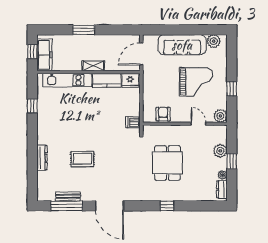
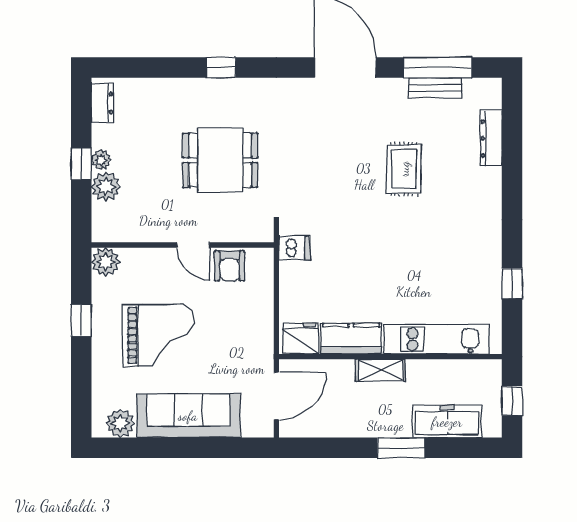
freezer: (44, 55) -> (447, 422), moved, turned 90
grand piano: (196, 82) -> (158, 335), turned 180
door: (198, 124) -> (193, 245), moved
dresser: (42, 158) -> (491, 138), moved
rug: (82, 159) -> (404, 169), turned 90
dining table: (167, 163) -> (220, 160), turned 90
plant: (222, 175) -> (101, 160), moved

